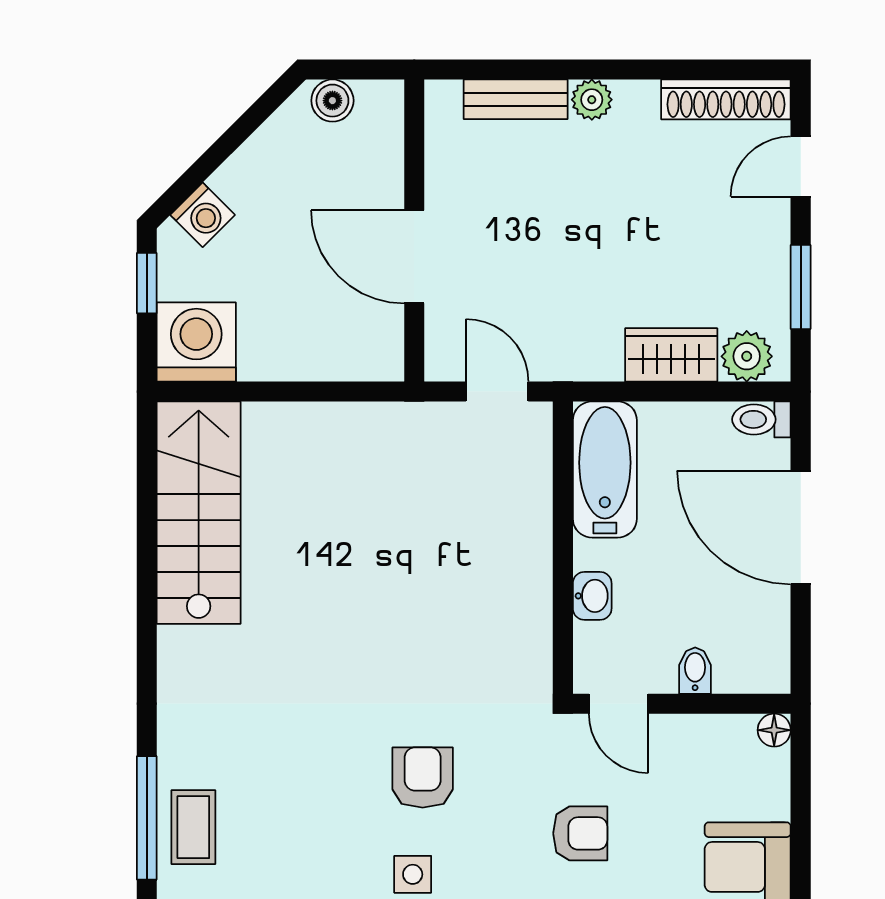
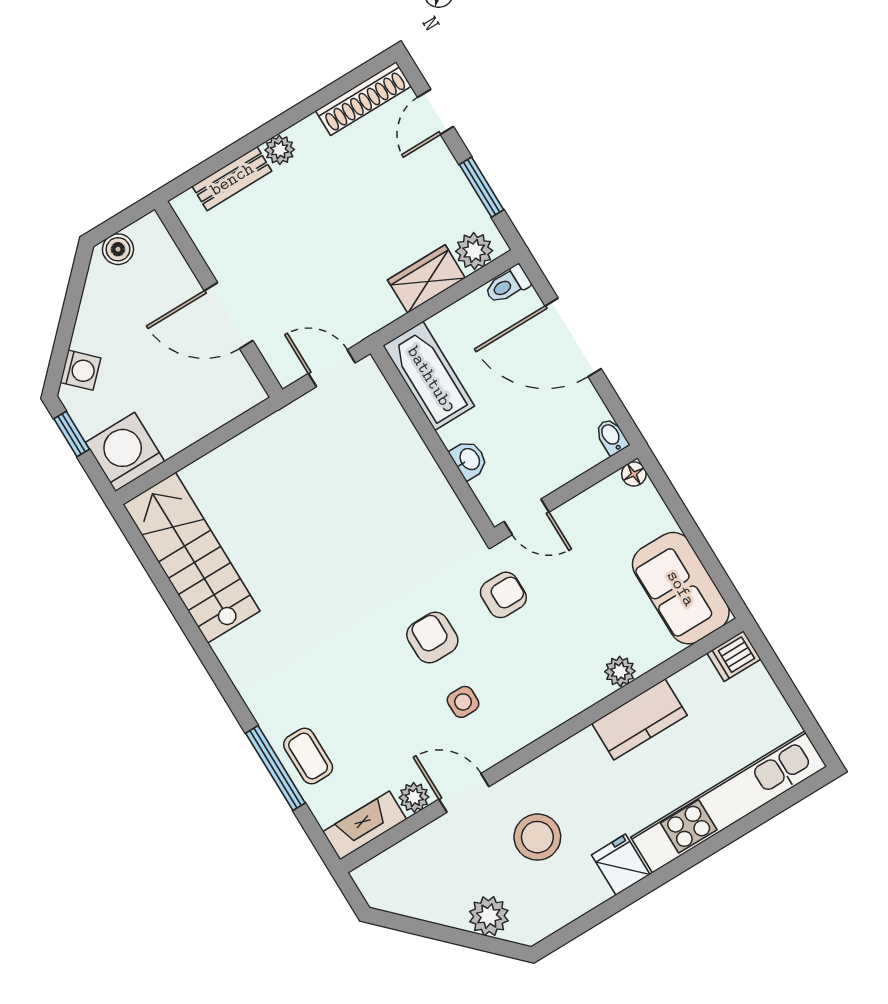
bidet: (695, 671) -> (612, 437), moved
armchair: (580, 833) -> (503, 595), moved

